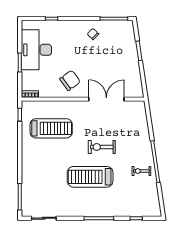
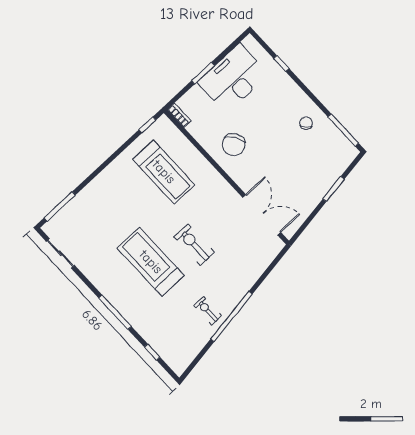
chair: (70, 80) -> (234, 145), turned 93
double door: (106, 99) -> (262, 215), moved

